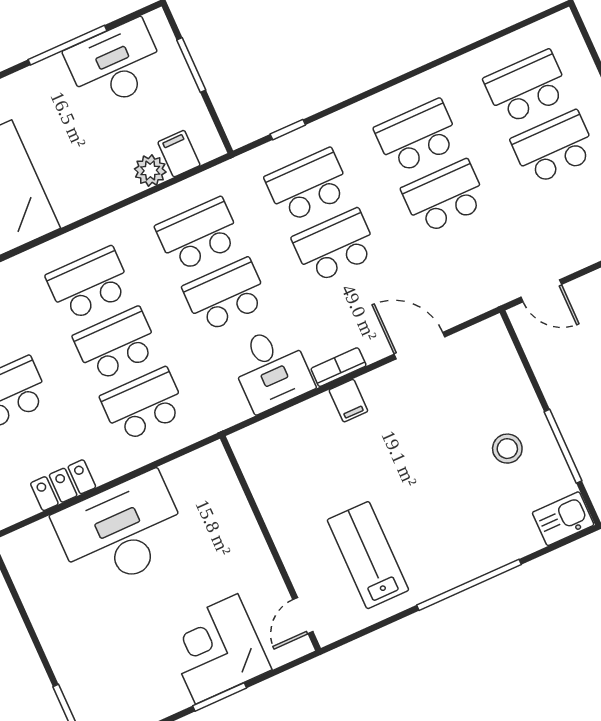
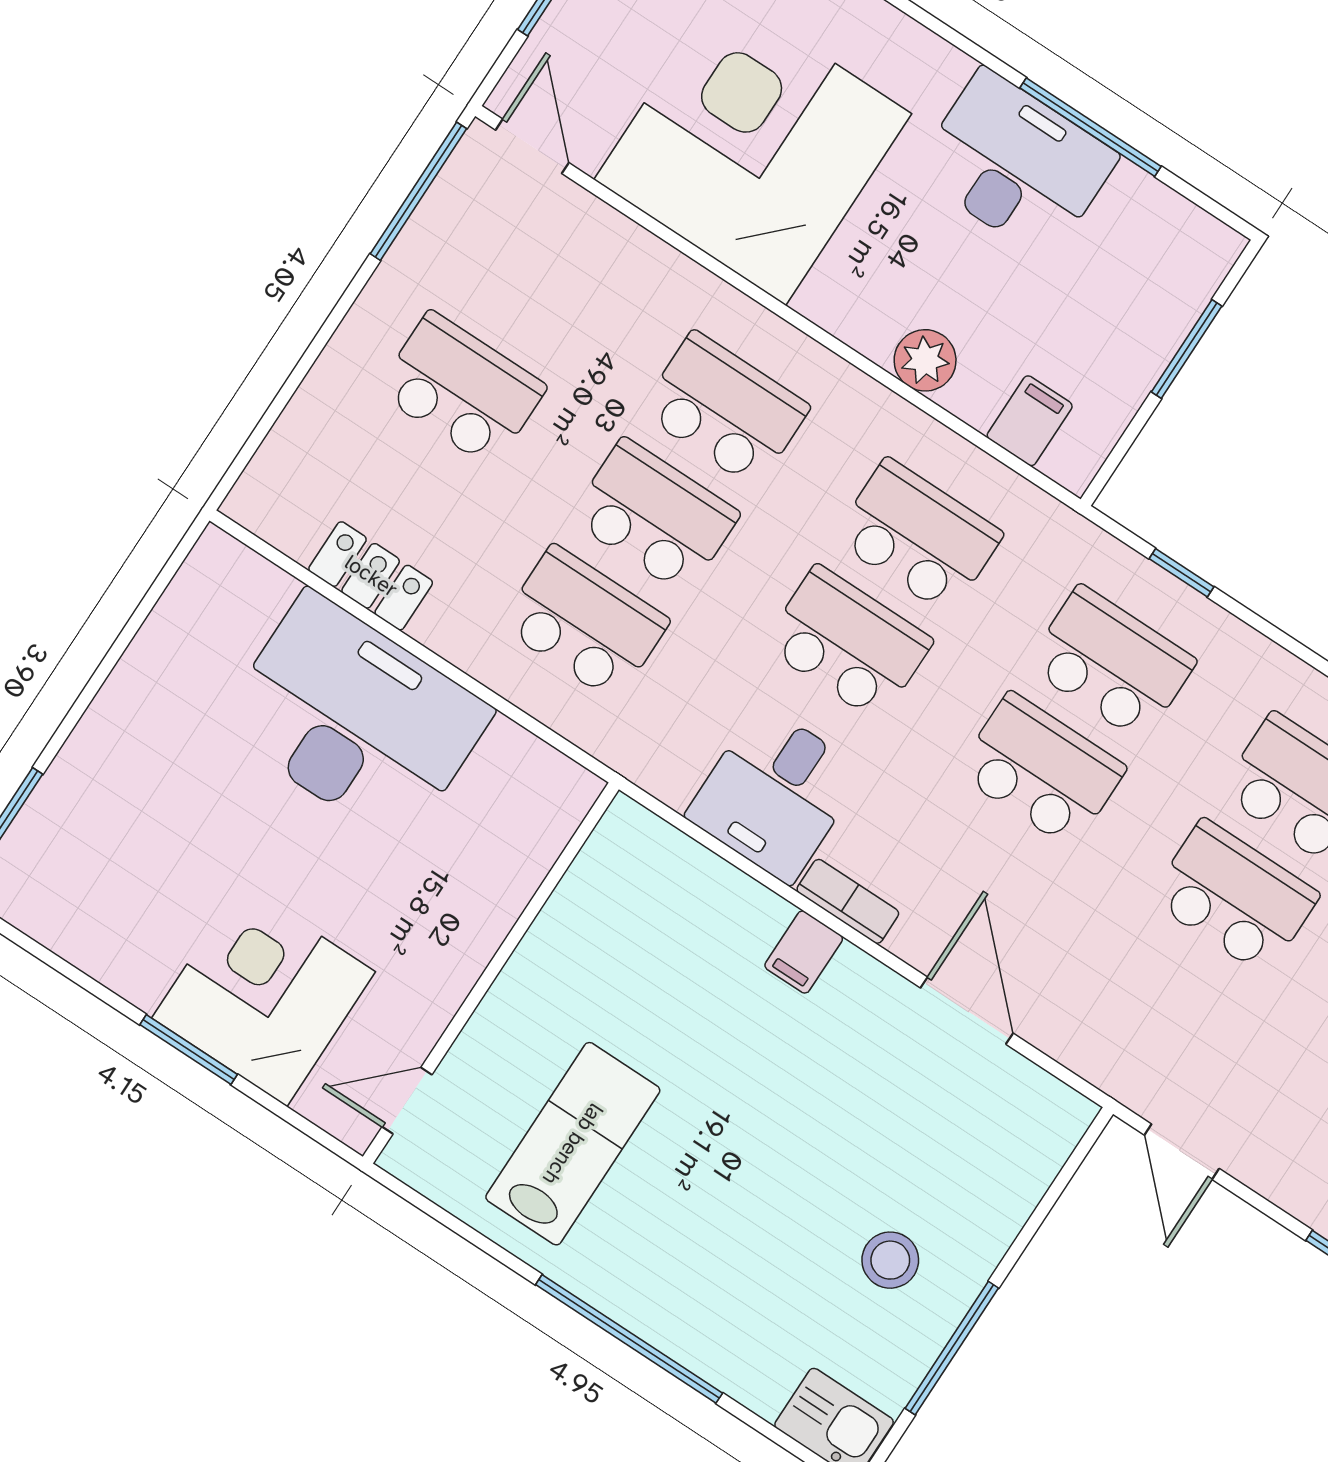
desk: (115, 65) -> (1016, 164), moved
plant: (150, 171) -> (925, 360), moved

